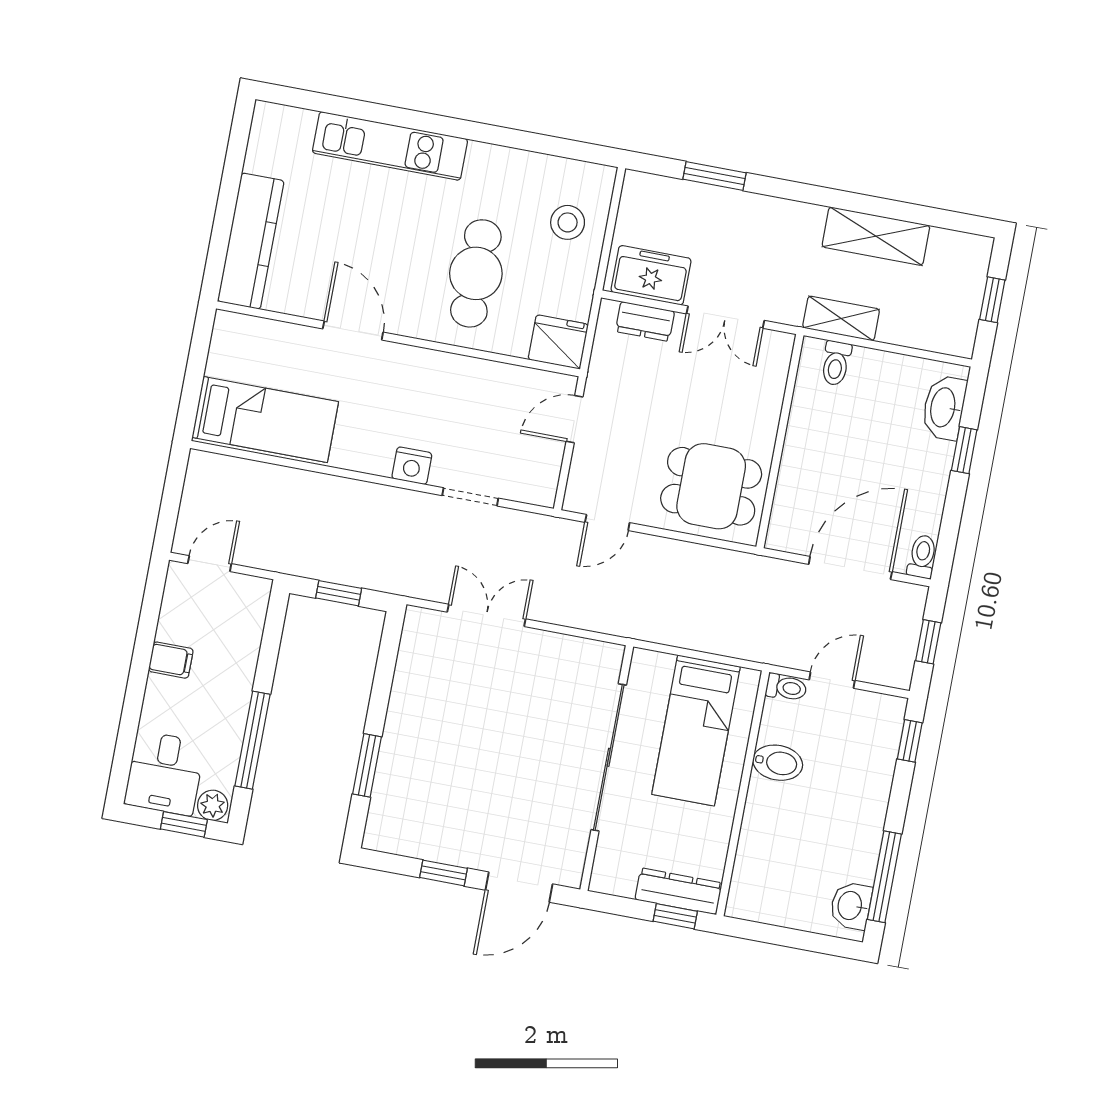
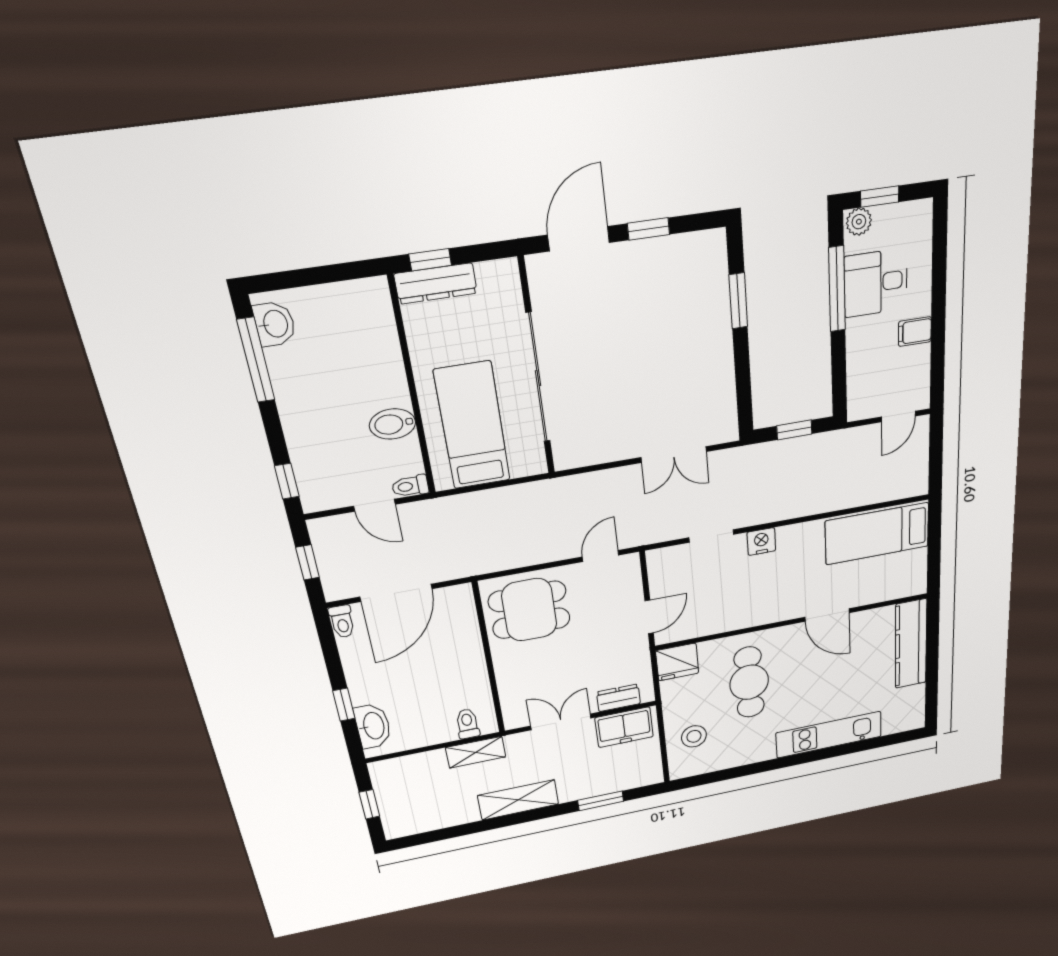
shelving: (876, 236) -> (518, 800), moved
door: (832, 680) -> (374, 505), hinge flipped
desk: (165, 773) -> (876, 283), moved, turned -90

